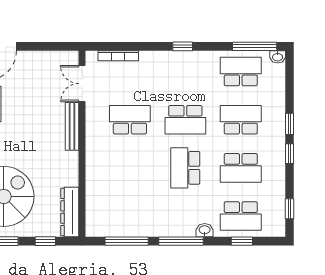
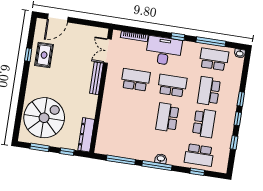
window: (255, 46) -> (211, 42), moved
desk: (165, 70) -> (164, 51), added
school desk: (185, 120) -> (172, 86), turned 180
school desk: (241, 120) -> (209, 91), turned -90
school desk: (241, 168) -> (204, 123), turned -90
window: (289, 209) -> (234, 143), moved
washbasin: (205, 230) -> (161, 159), moved

